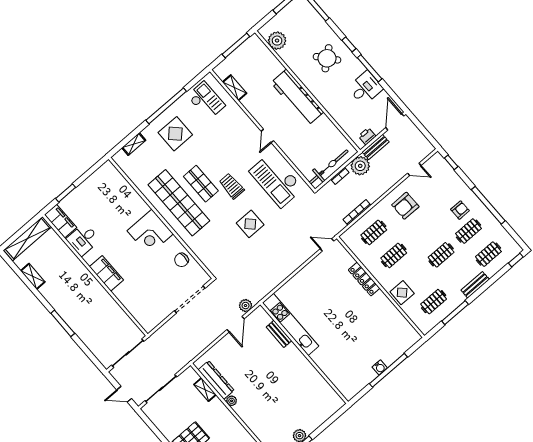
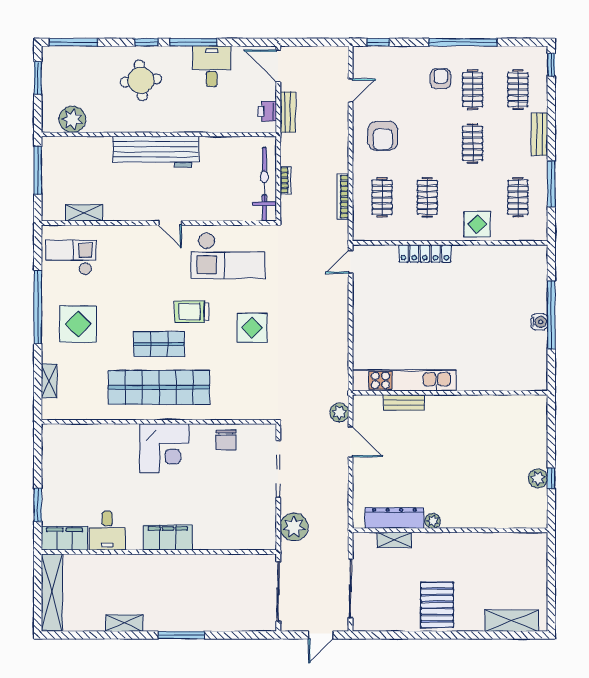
round table: (327, 58) -> (141, 80), turned 34
plant: (360, 166) -> (294, 527), moved
shelving: (33, 276) -> (124, 623), moved

